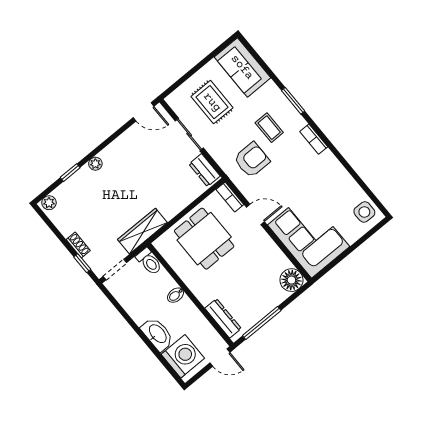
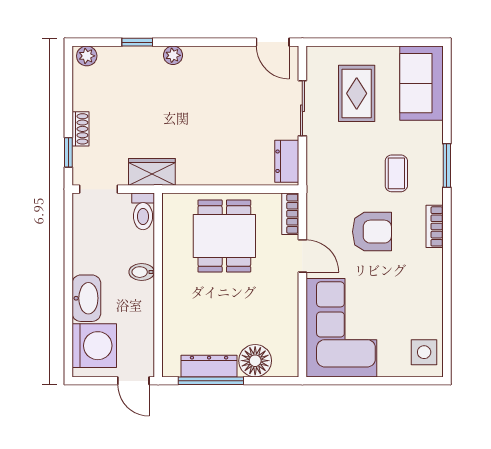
armchair: (252, 160) -> (372, 232), moved
wardrobe: (142, 231) -> (152, 172), width x0.67
floor lamp: (291, 280) -> (255, 361), moved
dresser: (223, 318) -> (209, 366), moved, turned -90

